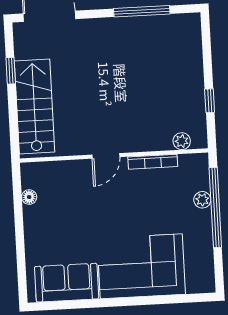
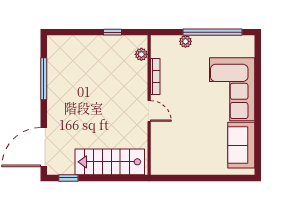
window: (11, 71) -> (68, 178), moved
floor lamp: (29, 197) -> (176, 169), removed
window: (215, 208) -> (213, 32), moved

